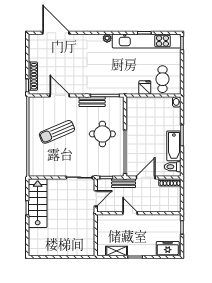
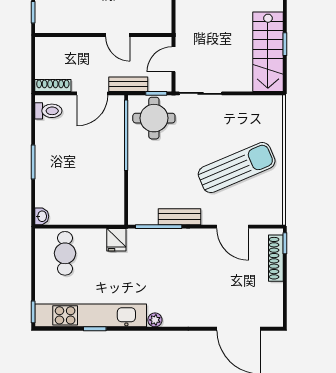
fridge: (145, 88) -> (116, 240), moved
sun lounger: (57, 132) -> (237, 168), width x1.36, depth x1.34
round table: (102, 134) -> (154, 118), moved
bathtub: (174, 146) -> (46, 145), removed

